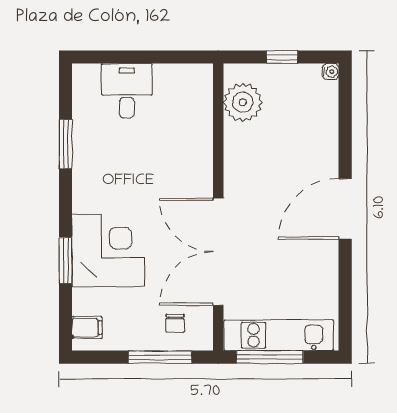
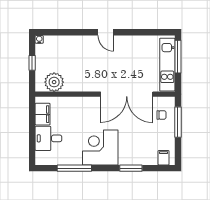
filing cabinet: (177, 79) -> (43, 114), added
window: (66, 144) -> (74, 168), width x1.44
door: (345, 209) -> (106, 32), width x0.53
corner desk: (108, 250) -> (100, 147), moved
window: (270, 357) -> (178, 57), moved

